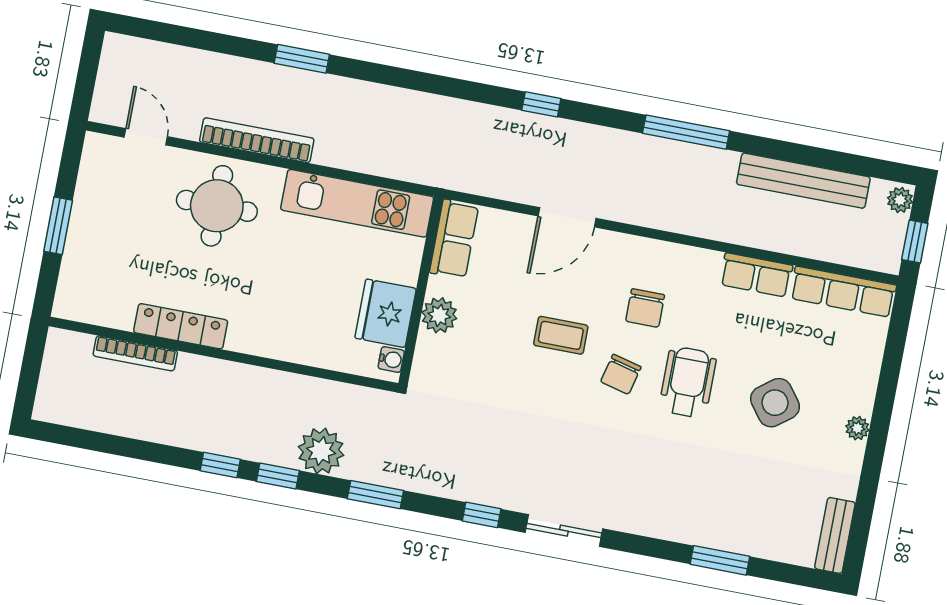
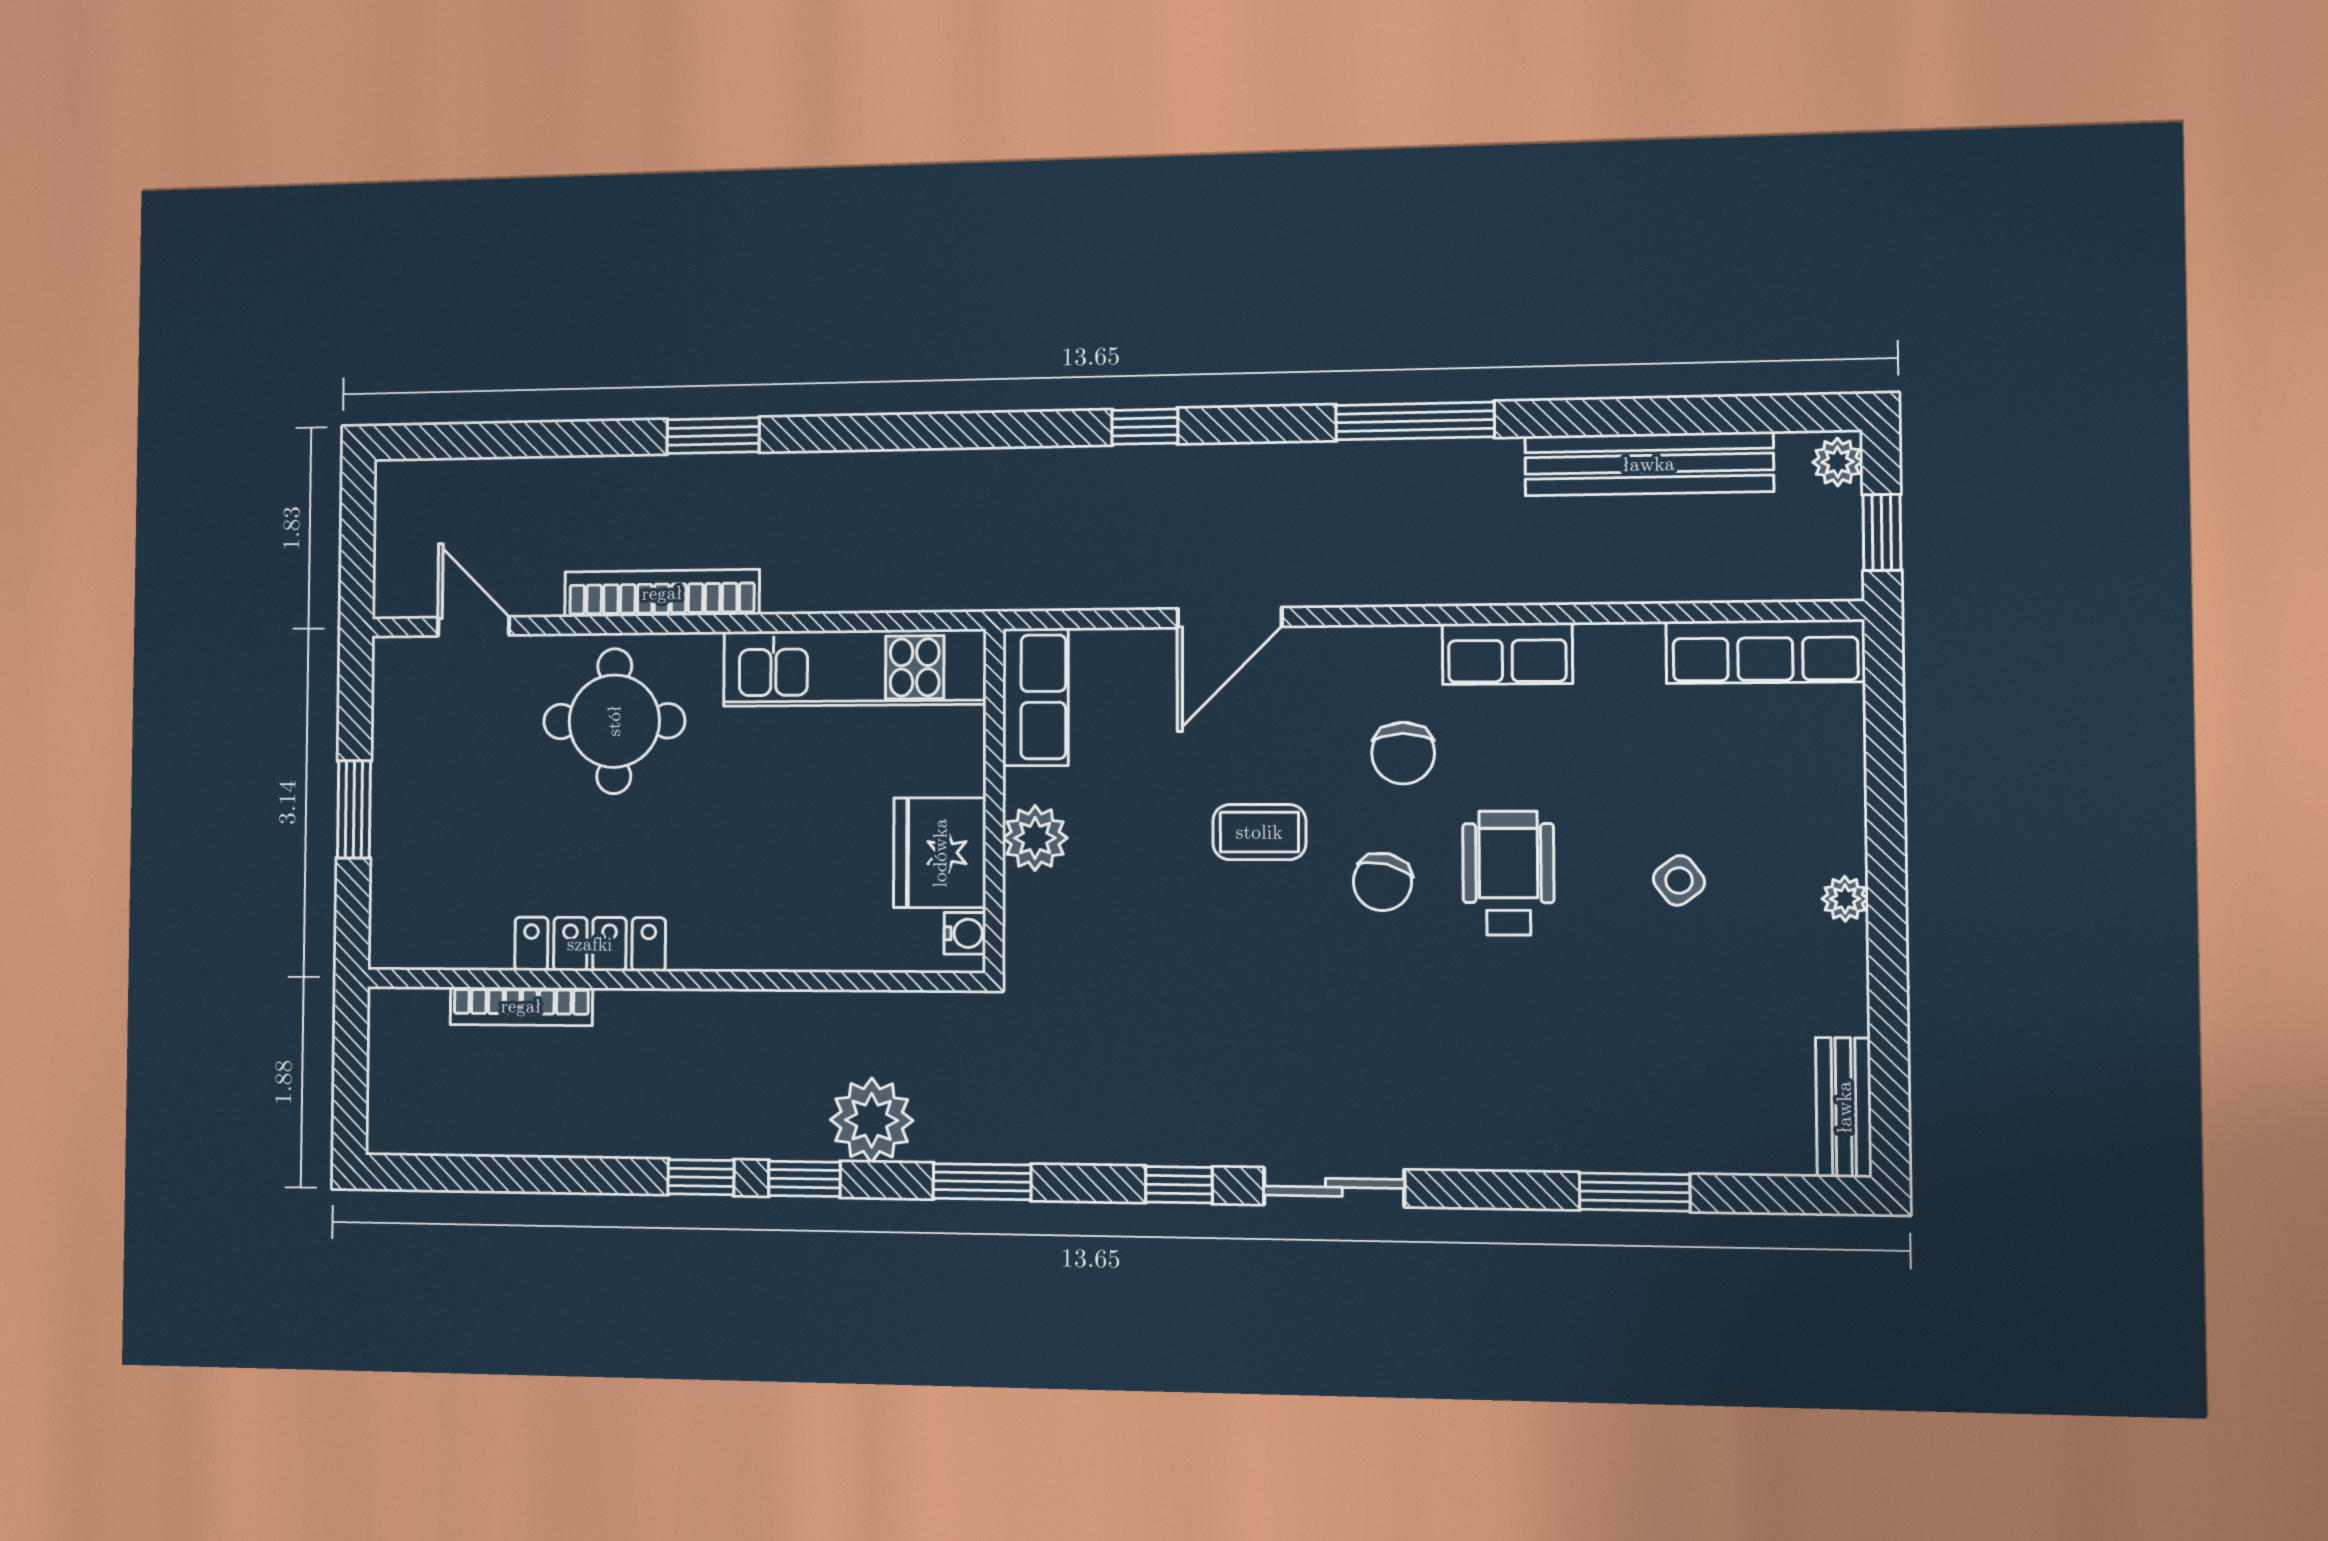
row of seats: (756, 275) -> (1507, 654), moved
side table: (775, 403) -> (1679, 880), width x0.54, depth x0.54

